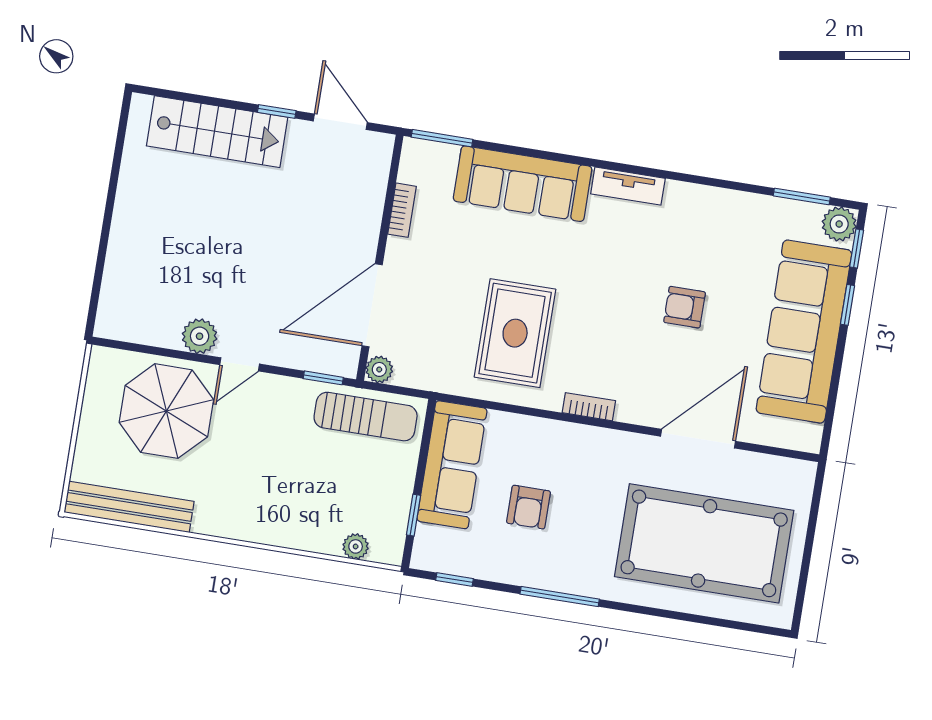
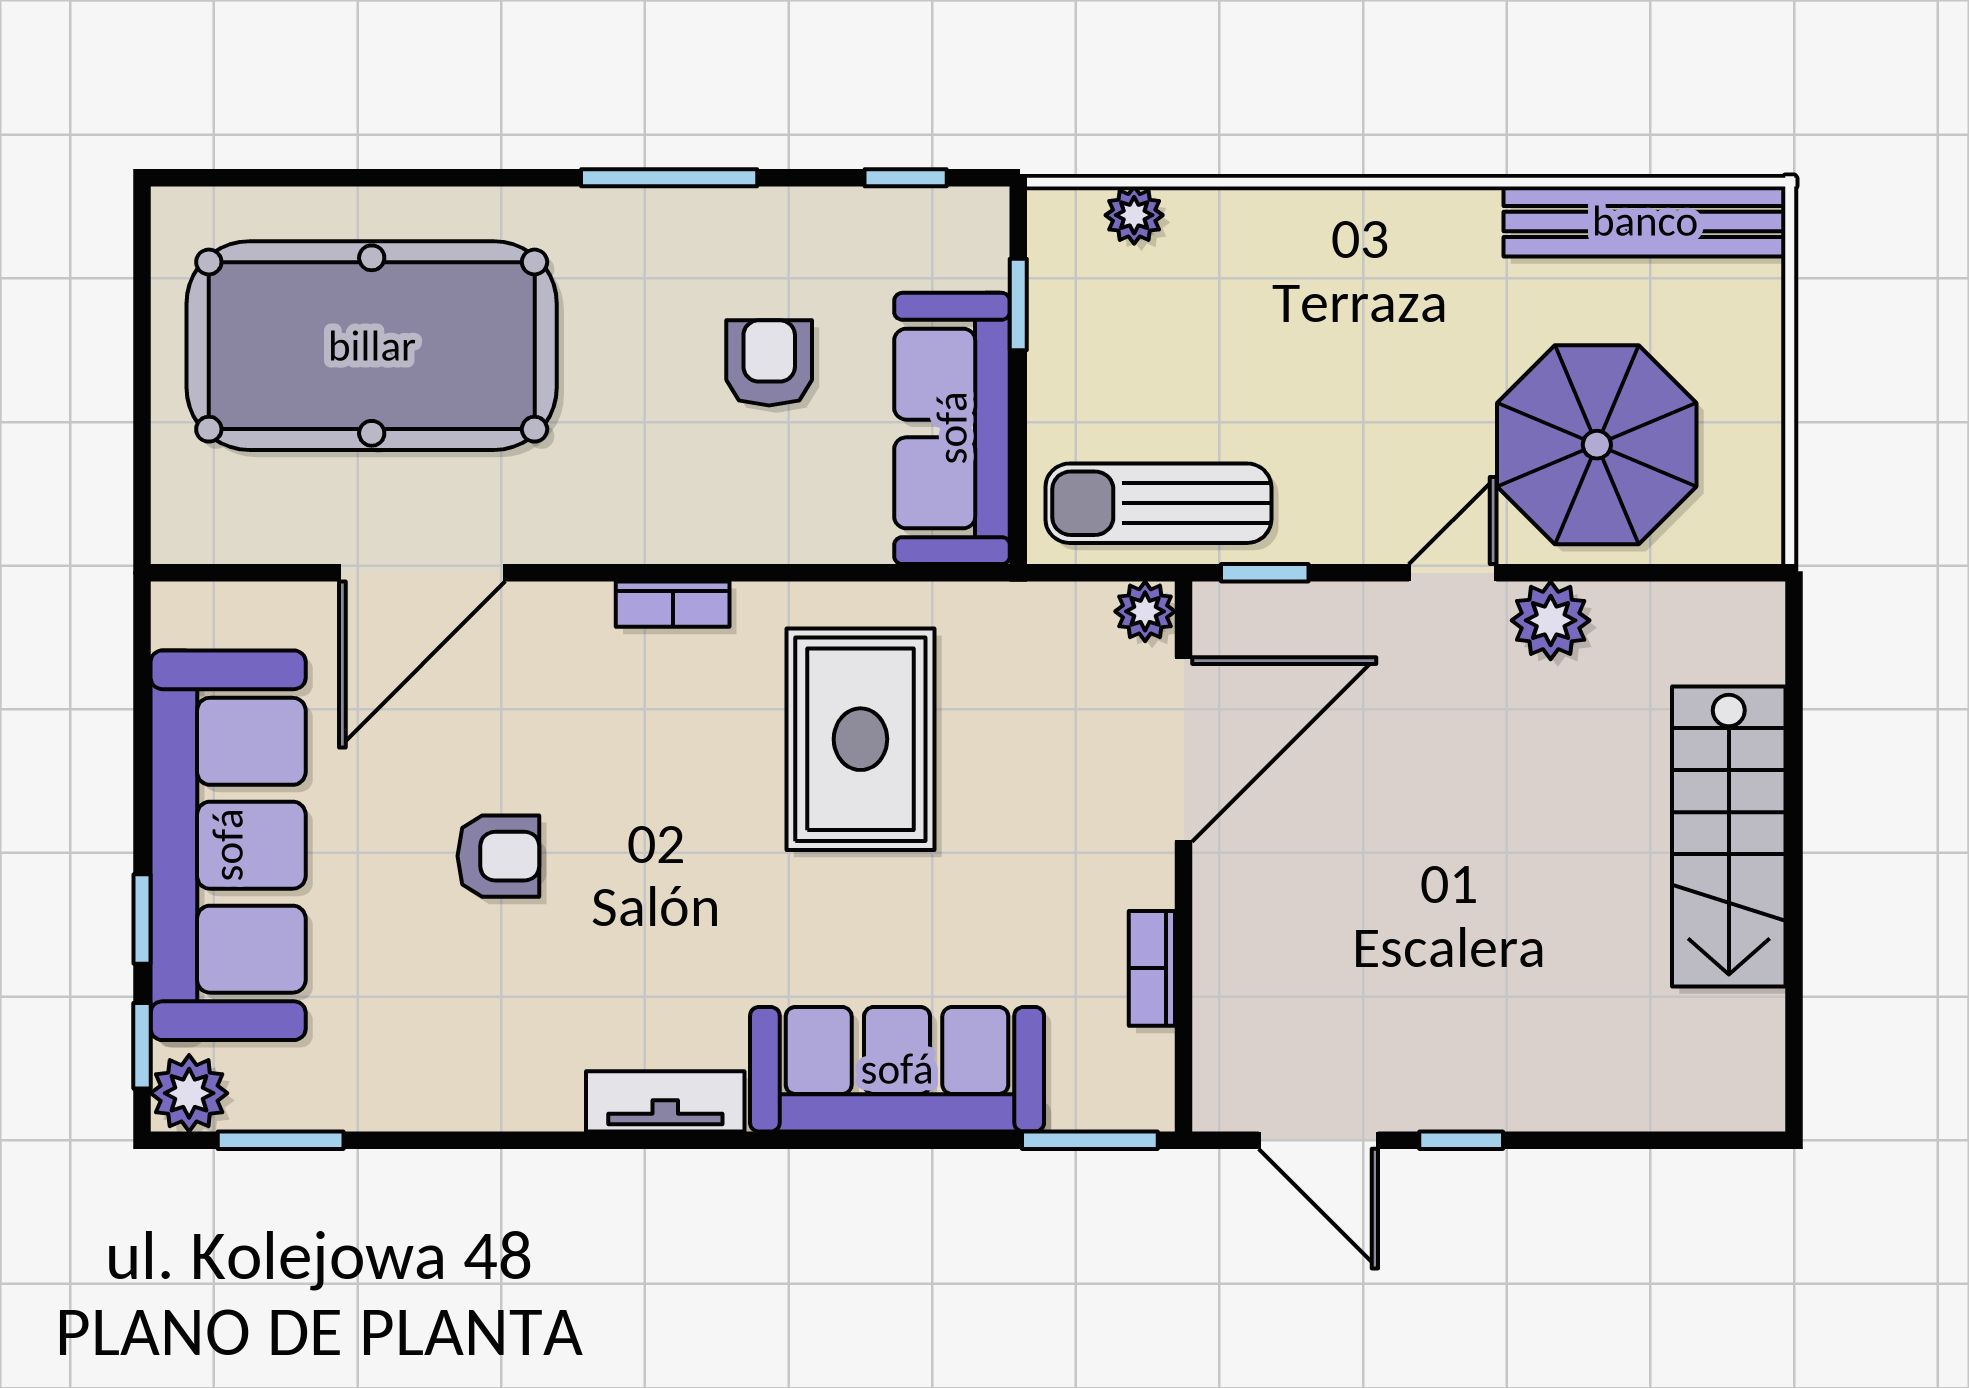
stairs: (217, 132) -> (1729, 836), moved, turned -90

